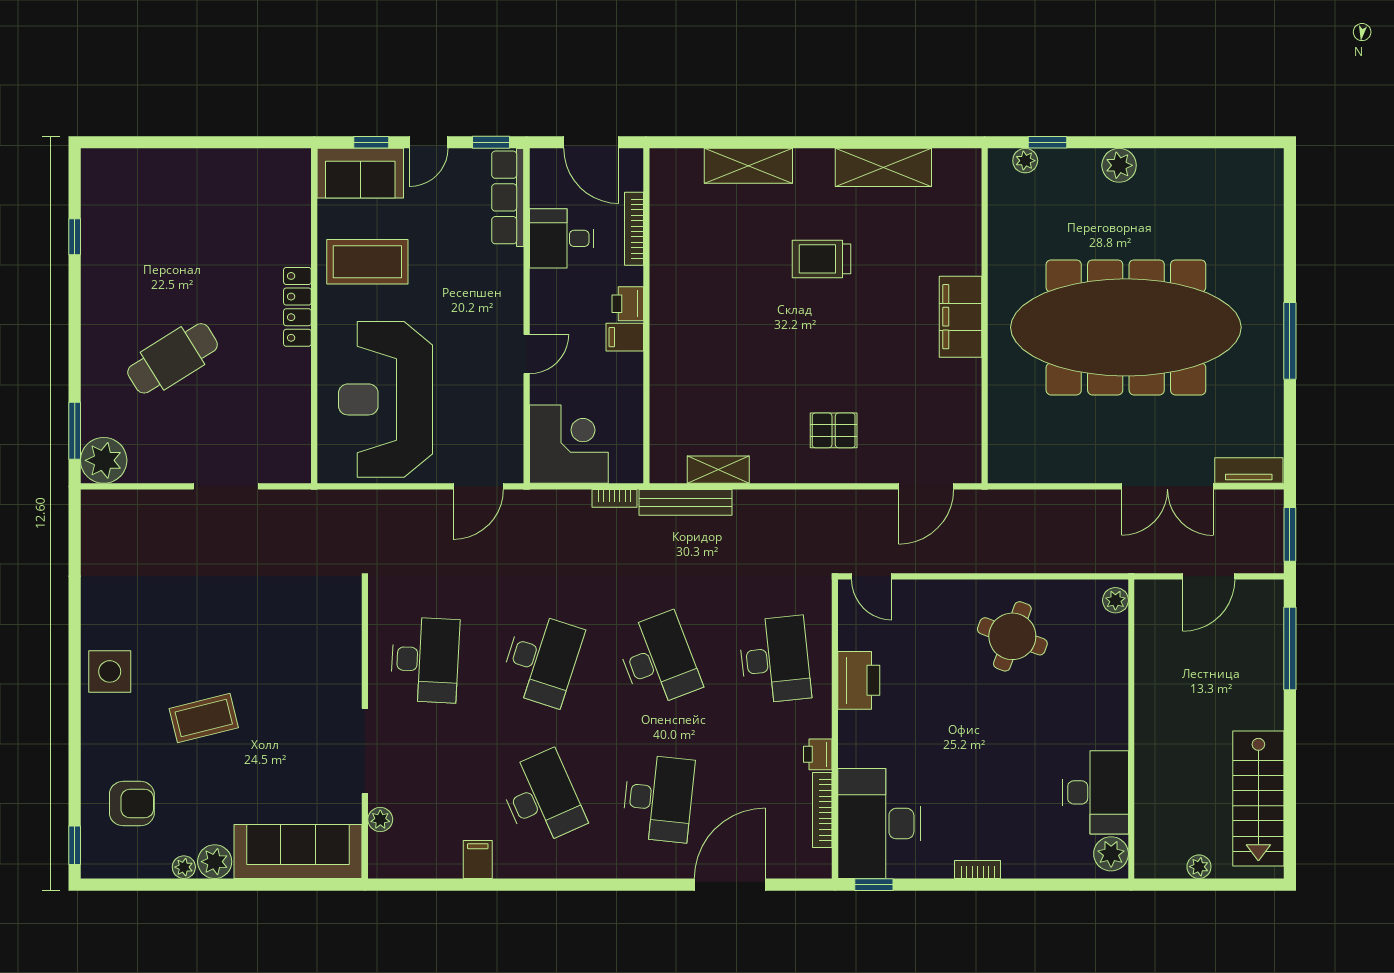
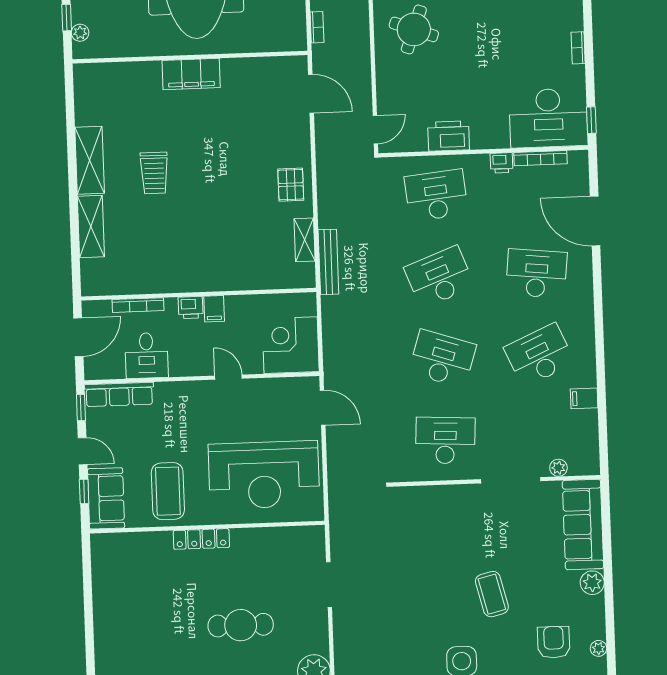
shelving: (883, 167) -> (90, 160), moved
cafe table: (173, 358) -> (241, 625), turned -58
pallet: (834, 430) -> (291, 185), moved
bookcase: (615, 498) -> (317, 27), moved
plant: (184, 867) -> (599, 648), moved

